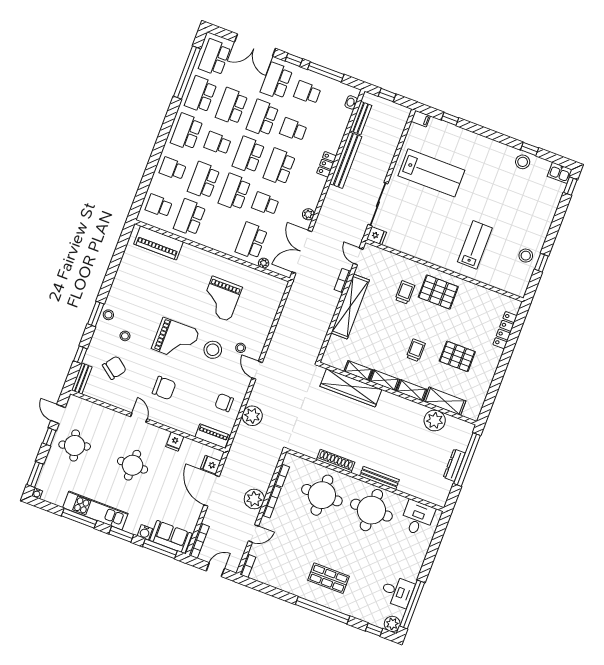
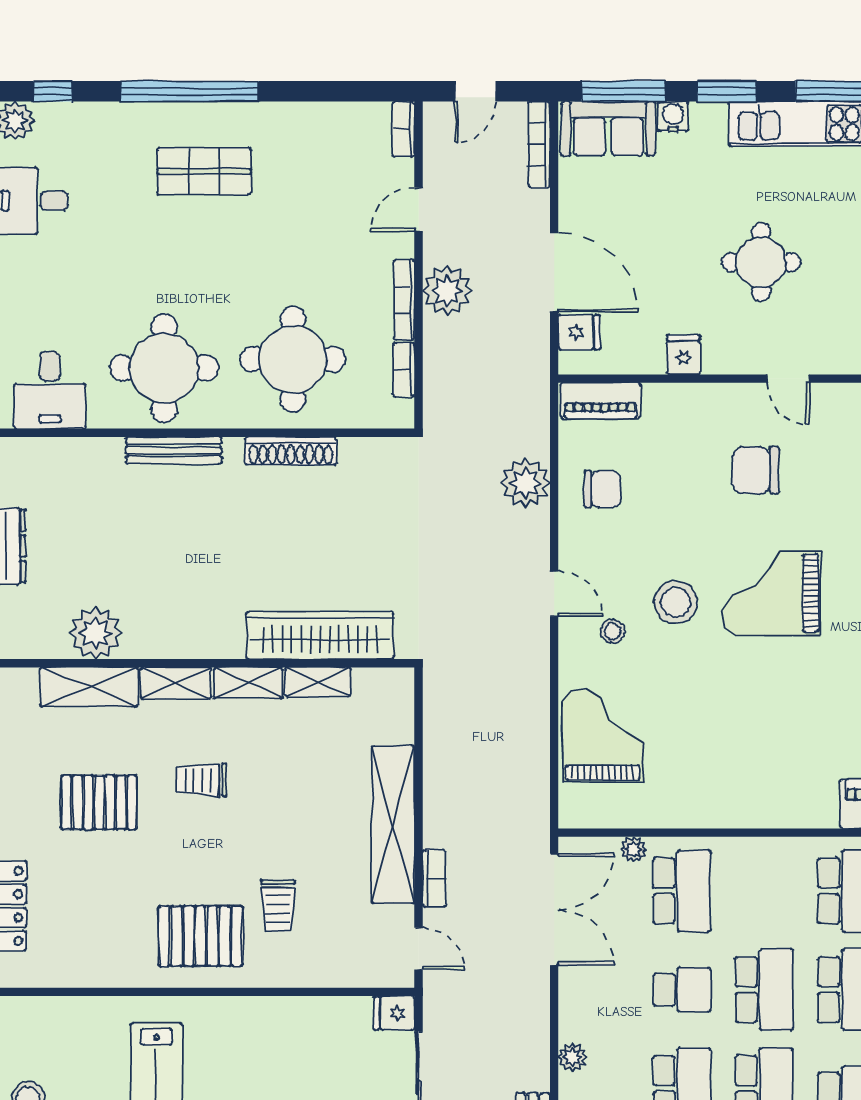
plant: (308, 214) -> (572, 1057), moved
grand piano: (221, 299) -> (603, 735), moved
trolley: (416, 350) -> (202, 780), turned 90

